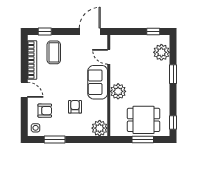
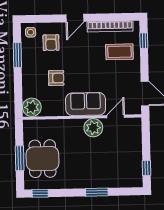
plant: (161, 52) -> (122, 178), removed
plant: (118, 91) -> (93, 128), moved

